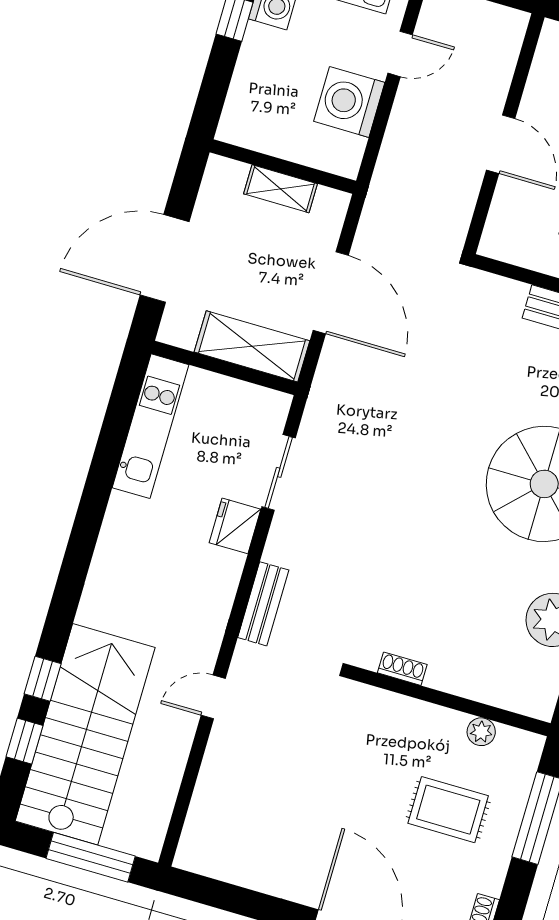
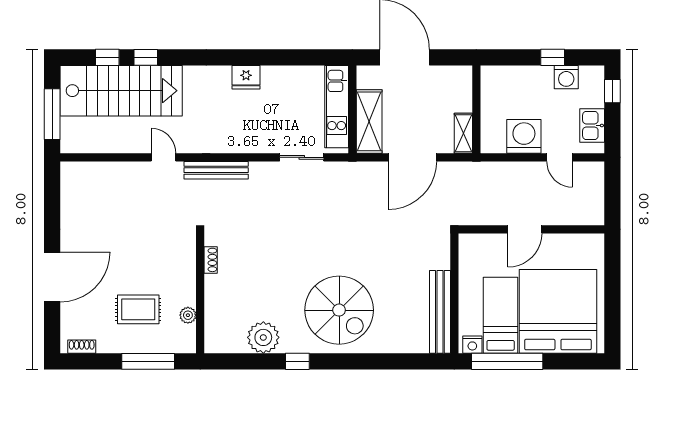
shelving: (281, 189) -> (463, 133), moved
kitchen unit: (150, 426) -> (337, 107), moved, turned 90
fridge: (235, 526) -> (246, 77), moved, turned 180
bench: (263, 604) -> (216, 170), width x1.36
rug: (448, 810) -> (138, 309), turned 90

